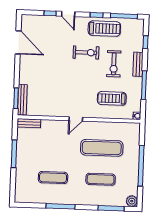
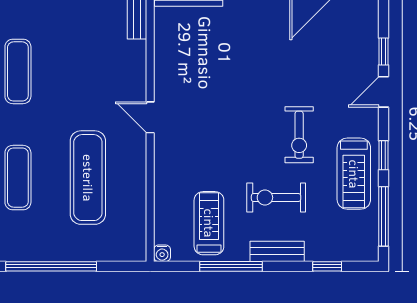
treadmill: (112, 98) -> (209, 223), moved

